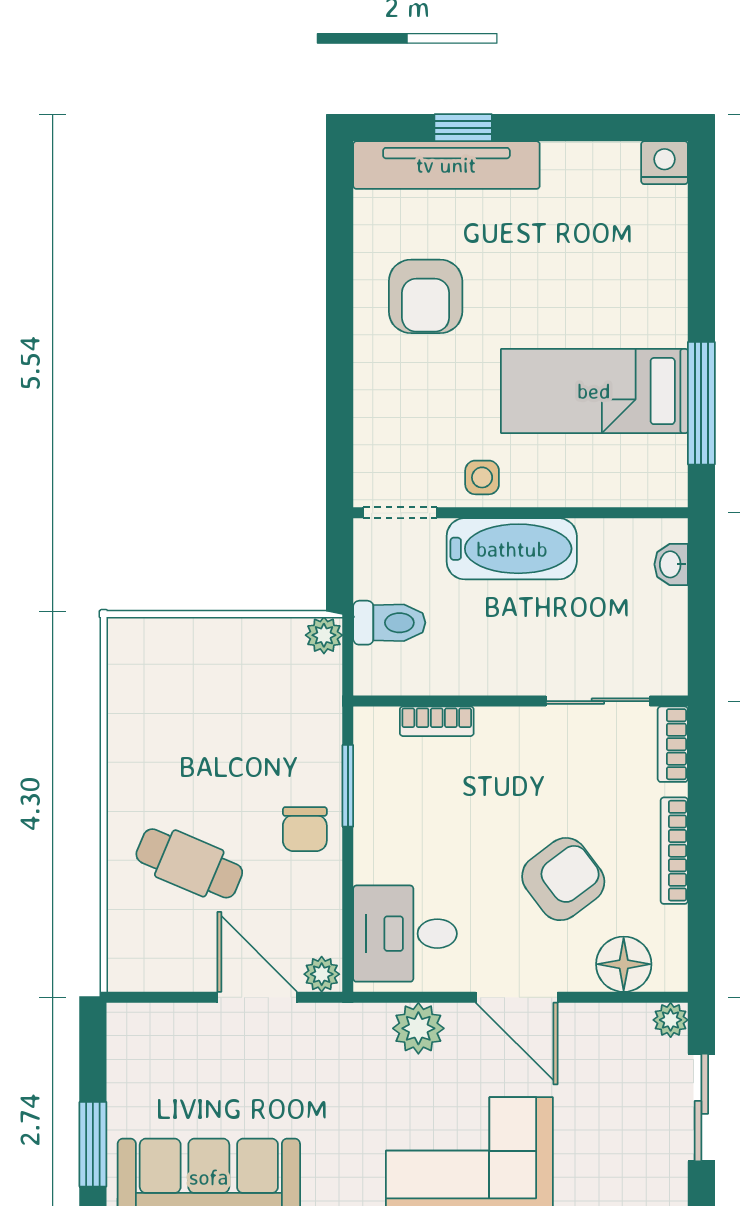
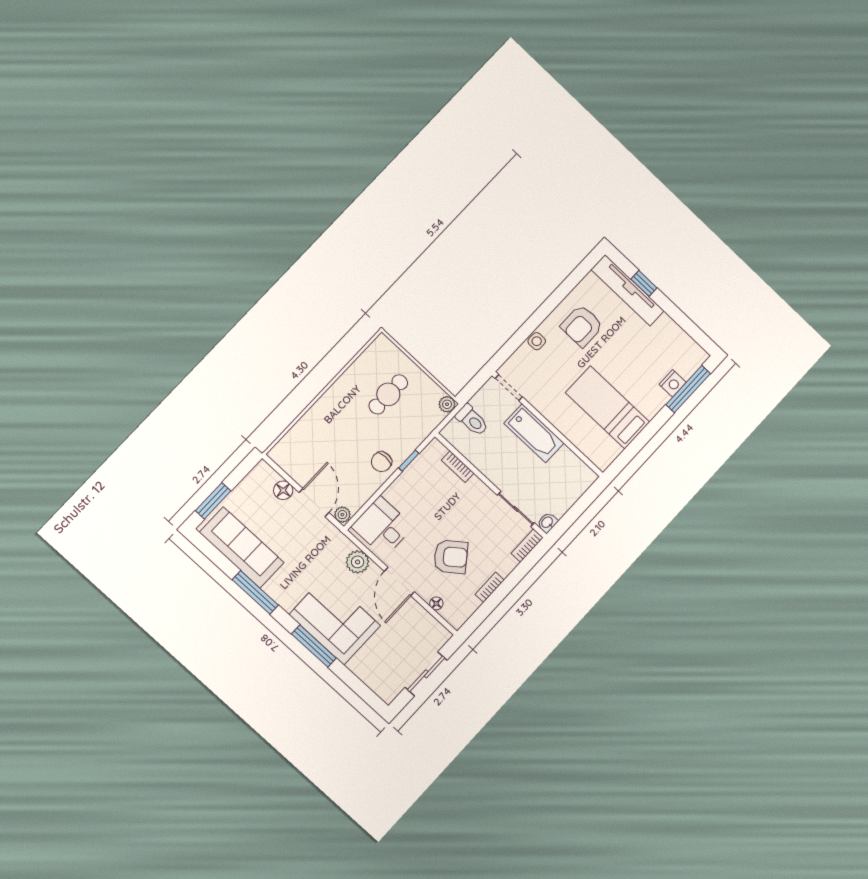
nightstand: (665, 163) -> (673, 383), moved, turned 90
window: (701, 403) -> (688, 389), moved
side table: (482, 477) -> (537, 341), moved
washbasin: (671, 564) -> (547, 523), moved
window: (348, 786) -> (409, 461), width x0.67
bookcase: (674, 851) -> (490, 587), width x0.64
cafe table: (189, 863) -> (388, 394), moved, turned 67
floor lamp: (624, 964) -> (436, 603), width x0.53, depth x0.53
plant: (671, 1020) -> (443, 636), removed
floor lamp: (189, 1023) -> (283, 490), added

